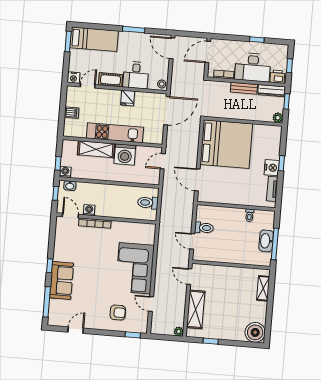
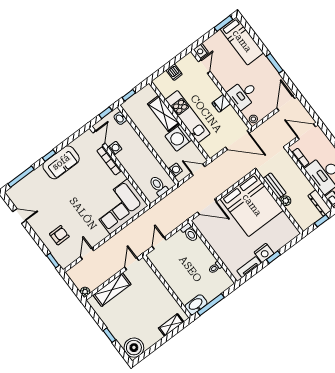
cot: (111, 80) -> (223, 79), removed
door: (88, 86) -> (204, 66), hinge flipped
bench: (244, 88) -> (275, 186), moved
plant: (278, 118) -> (286, 201), moved
washing machine: (65, 172) -> (175, 170), moved
door: (197, 180) -> (207, 207), swing flipped
toilet: (204, 228) -> (190, 233), moved
washbasin: (266, 241) -> (196, 305), moved
corner sofa: (135, 268) -> (119, 206), moved
sofa: (61, 280) -> (61, 162), moved
armchair: (118, 313) -> (59, 235), turned -90
window: (211, 341) -> (109, 335), moved

